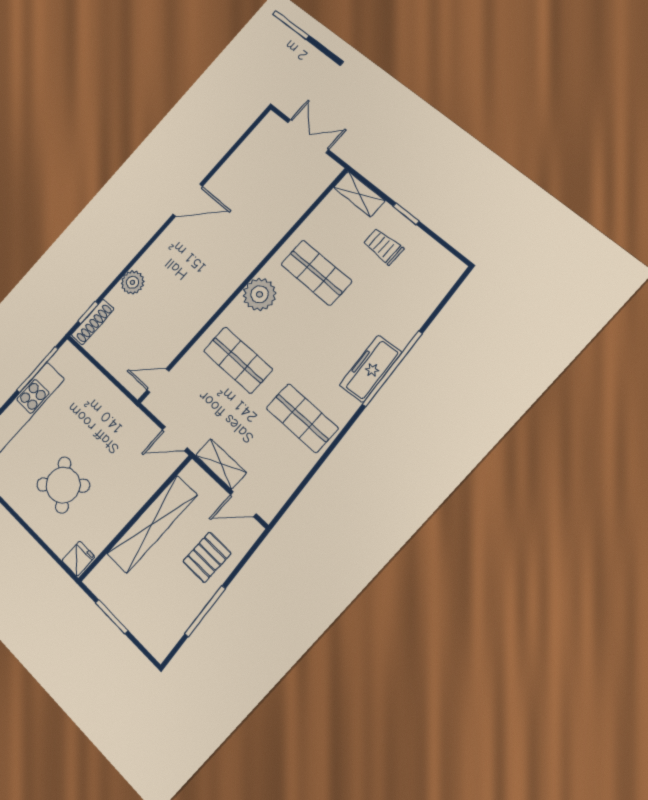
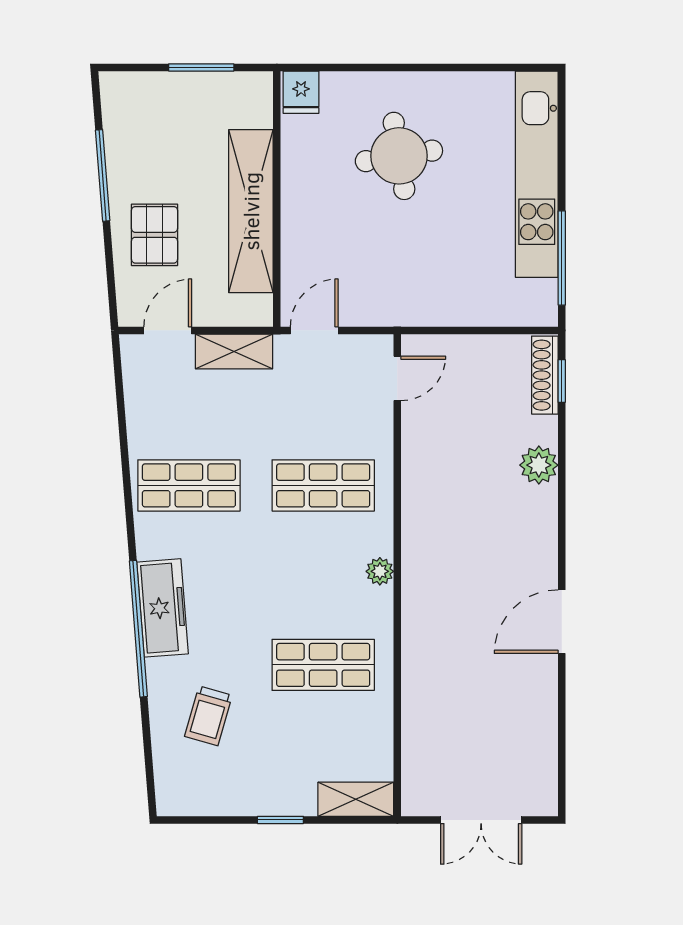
trolley: (383, 246) -> (208, 716), moved, turned 106
plant: (260, 294) -> (380, 571), width x0.53, depth x0.53
round table: (63, 485) -> (399, 156), turned 32

